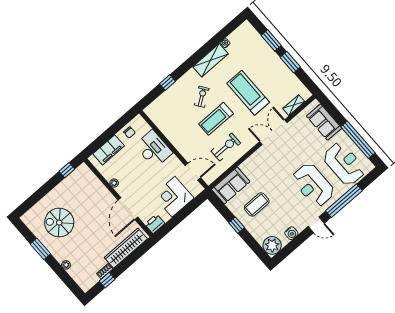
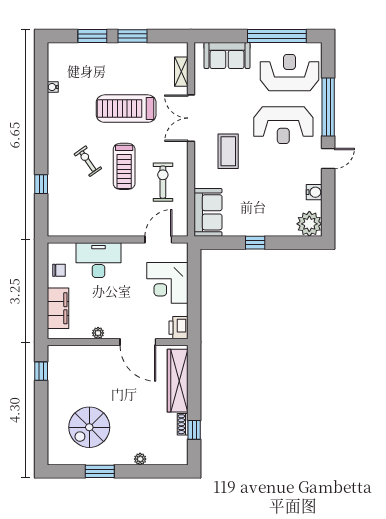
shelving: (211, 60) -> (57, 118), removed
coffee table: (257, 204) -> (228, 151), moved

